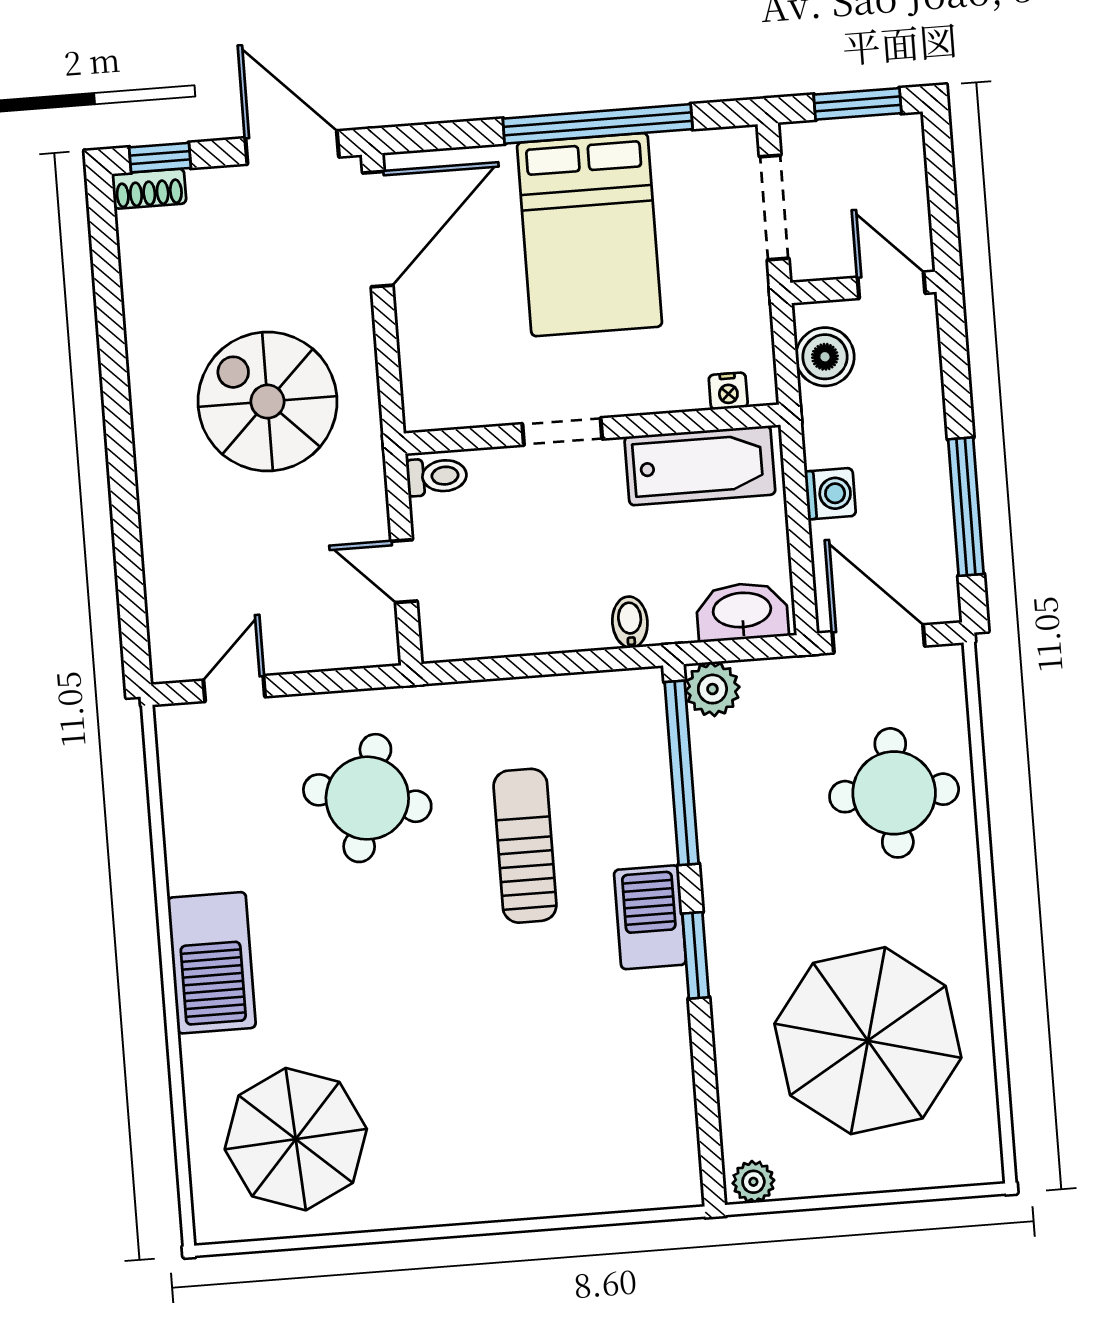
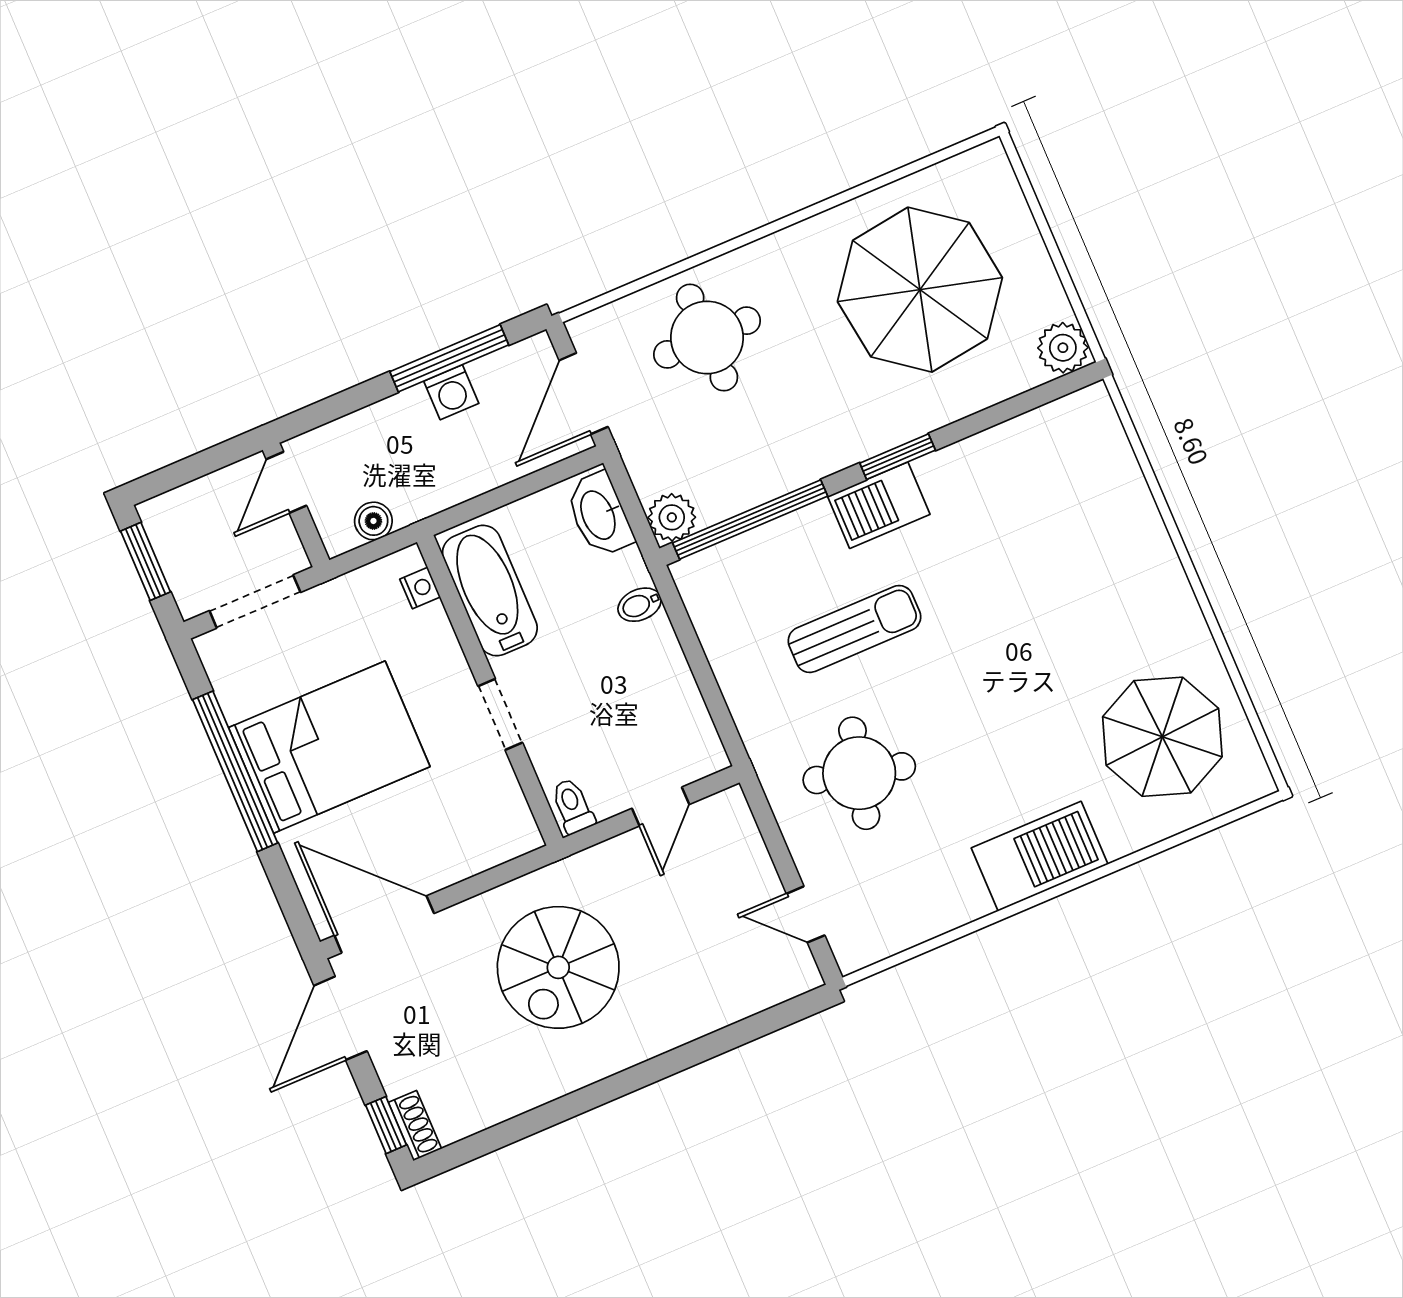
boiler: (825, 357) -> (373, 521), width x0.73, depth x0.73
washing machine: (830, 494) -> (451, 392), moved, turned 180
sun lounger: (525, 846) -> (854, 629), turned 180
plant: (753, 1182) -> (1063, 348), width x1.38, depth x1.38

